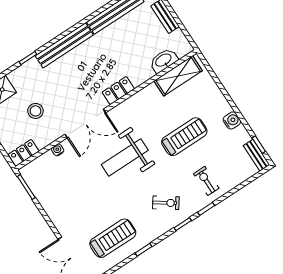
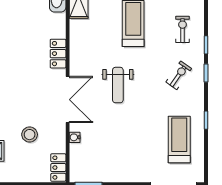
weight bench: (125, 157) -> (118, 85), width x0.73, depth x0.75
exercise bike: (206, 181) -> (182, 29), turned 90

